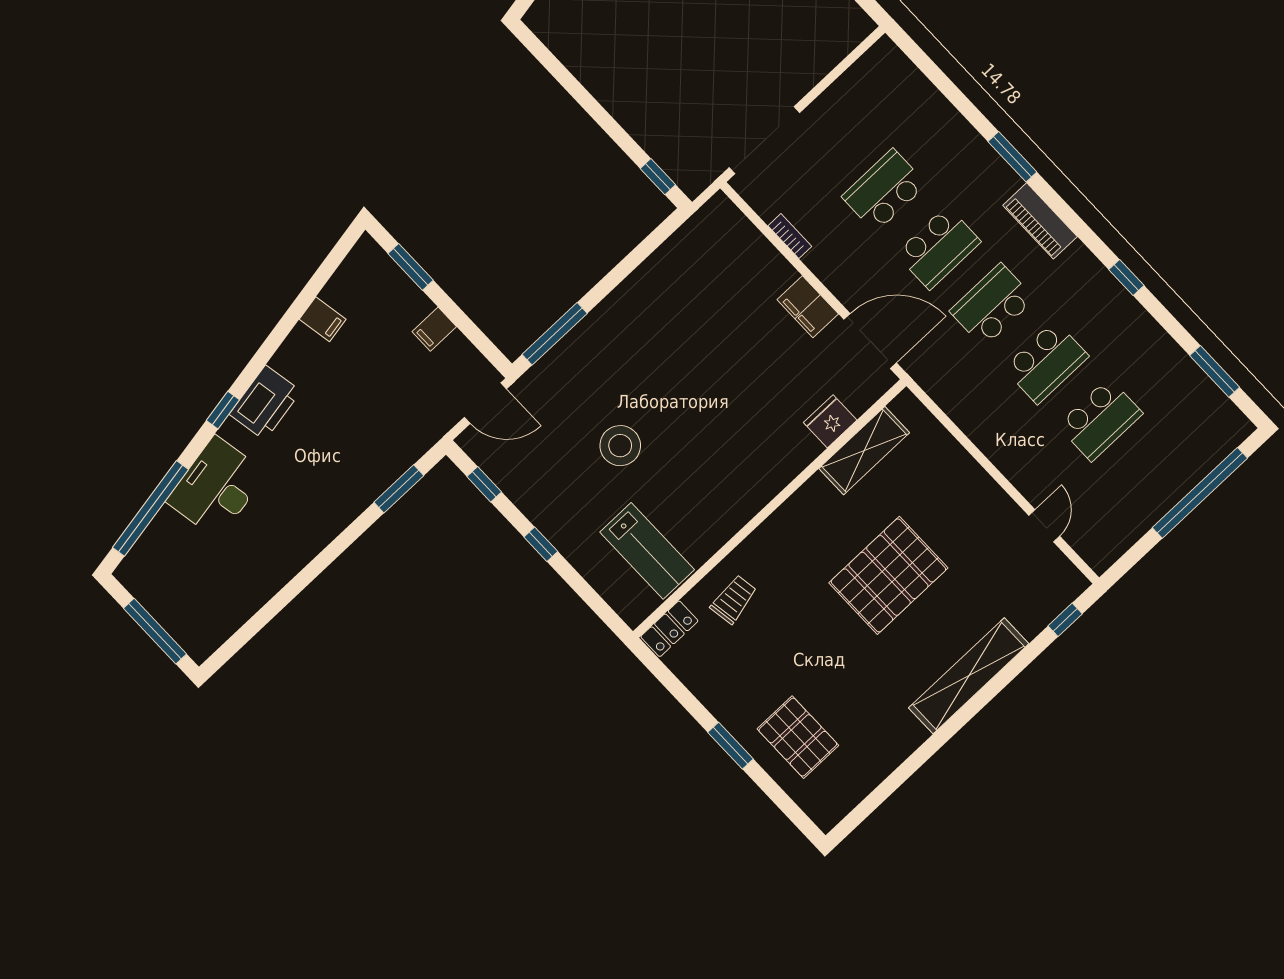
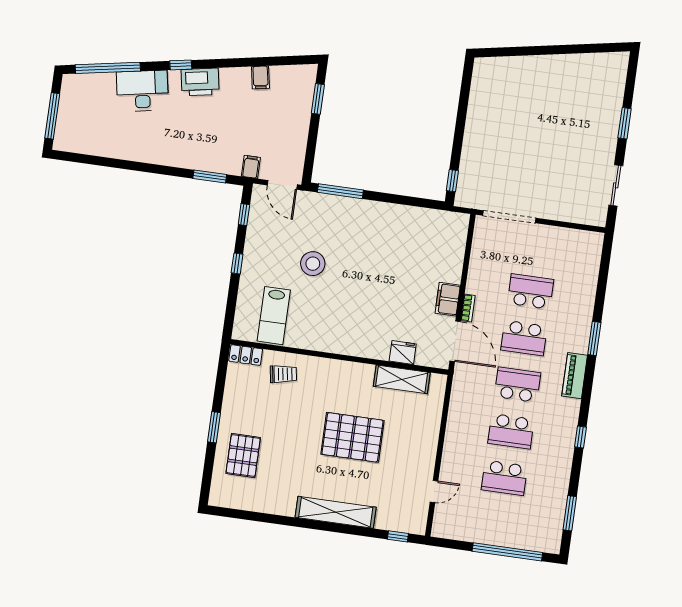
bookcase: (790, 236) -> (468, 308), moved
filing cabinet: (434, 329) -> (251, 167), moved, turned 90

